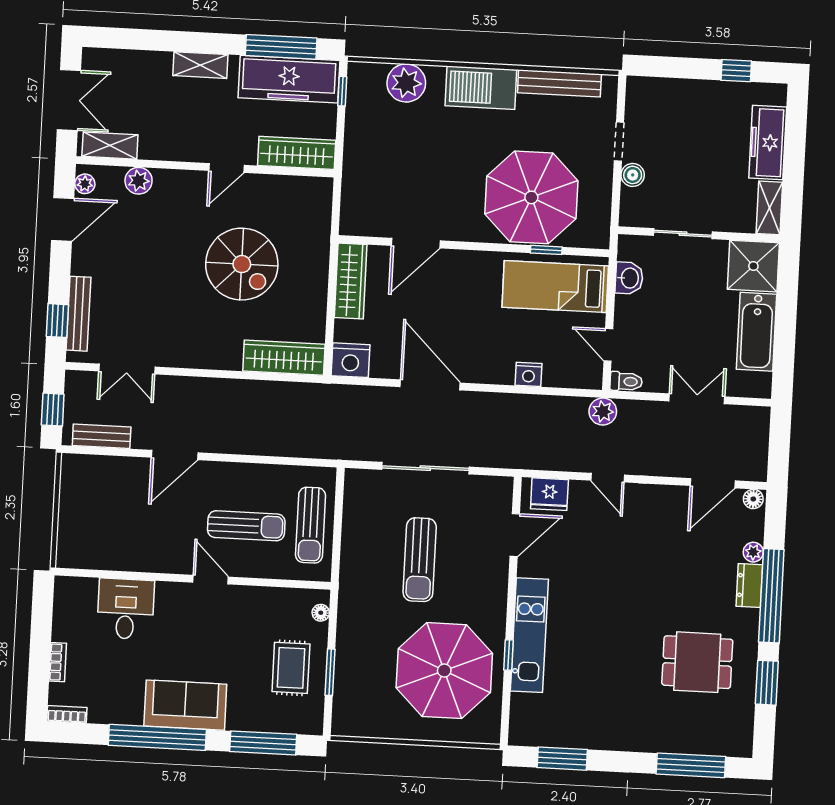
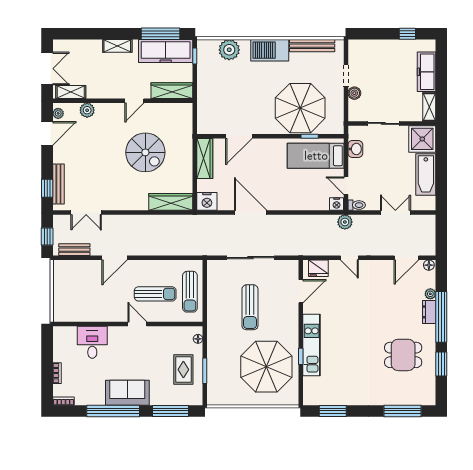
nightstand: (529, 374) -> (337, 204), moved

